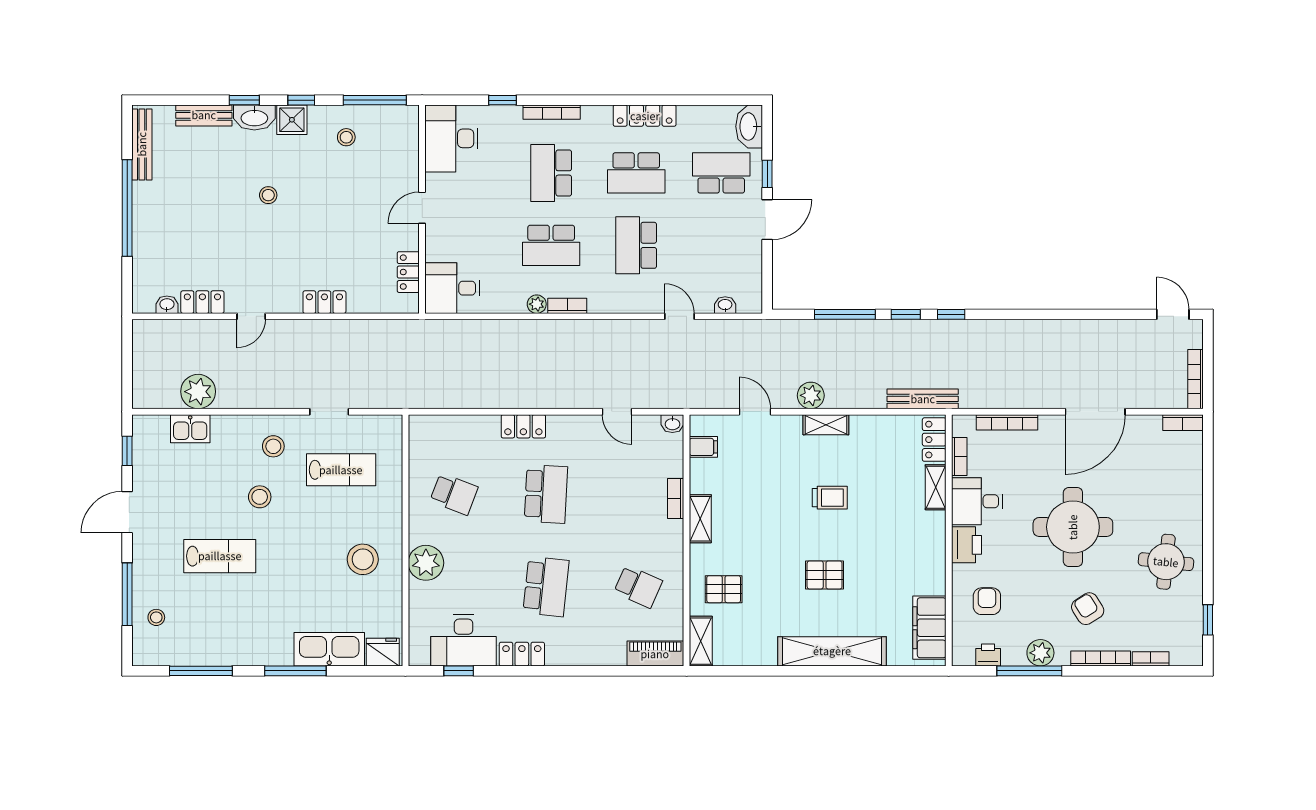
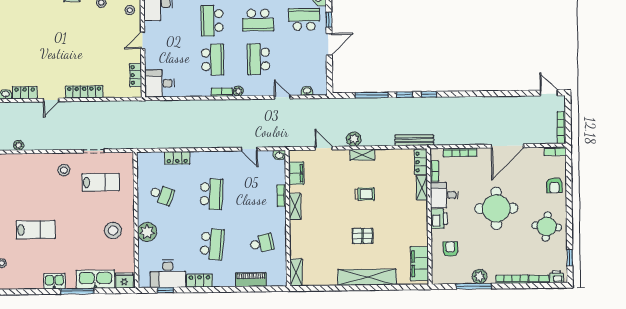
stool: (268, 195) -> (130, 10), moved
school desk: (551, 245) -> (213, 60), turned -90
locker: (324, 302) -> (84, 92), width x1.53
plant: (537, 304) -> (238, 91), moved
plant: (198, 392) -> (19, 145), width x0.53, depth x0.53
locker: (523, 426) -> (177, 158), moved
kitchen sink: (190, 429) -> (54, 281), moved, turned 180
filing cabinet: (703, 447) -> (296, 173), width x2.00
stool: (260, 497) -> (57, 197), removed
school desk: (638, 587) -> (262, 243), turned -36
pallet: (724, 589) -> (308, 244), removed
armchair: (1088, 609) -> (554, 185), moved, turned -148
piano: (655, 654) -> (251, 280), moved
printer: (988, 655) -> (556, 277), moved
window: (201, 671) -> (26, 292), removed

